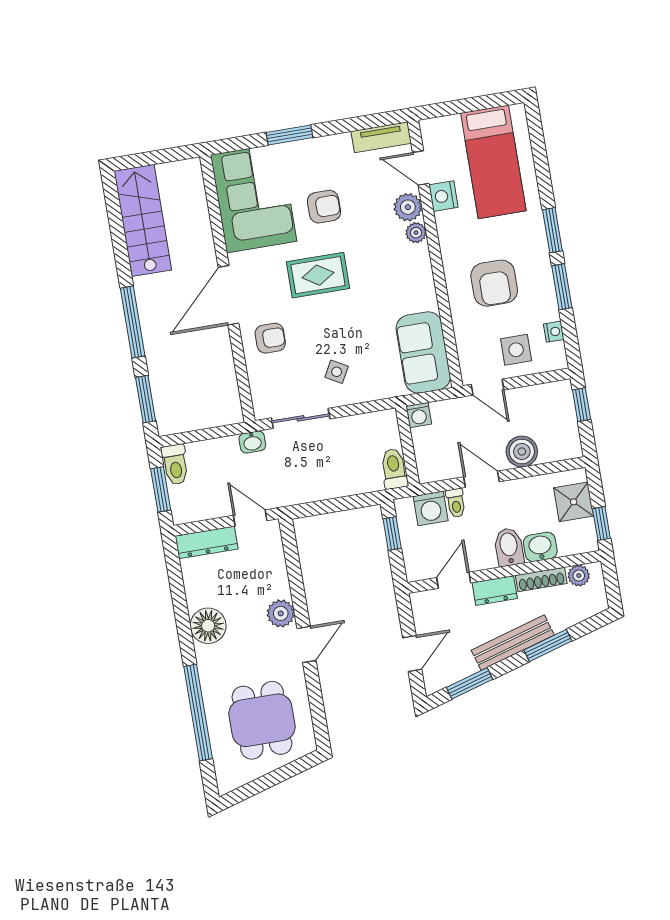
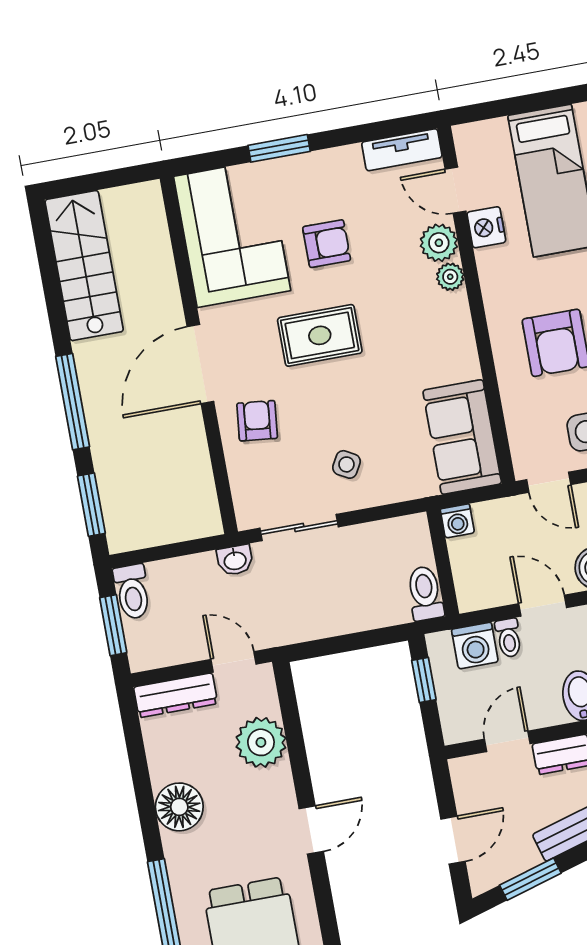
armchair: (270, 338) -> (257, 421), turned -84
plant: (281, 613) -> (261, 742), moved, width x1.36, depth x1.36

